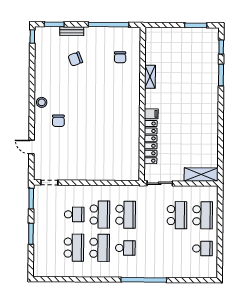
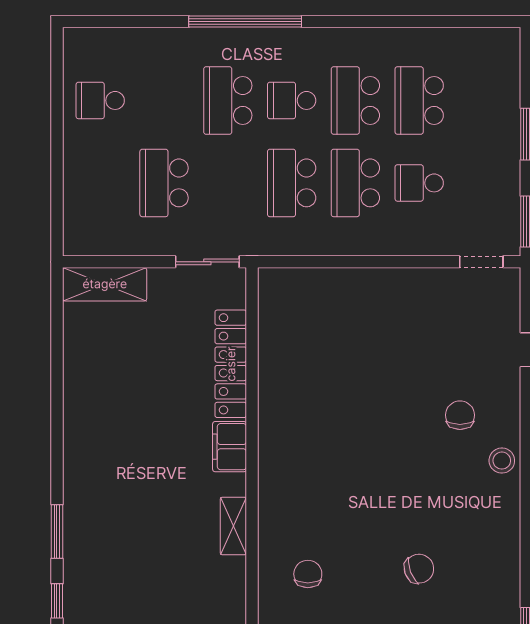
filing cabinet: (151, 114) -> (230, 447), width x2.00
school desk: (203, 215) -> (228, 100), moved

